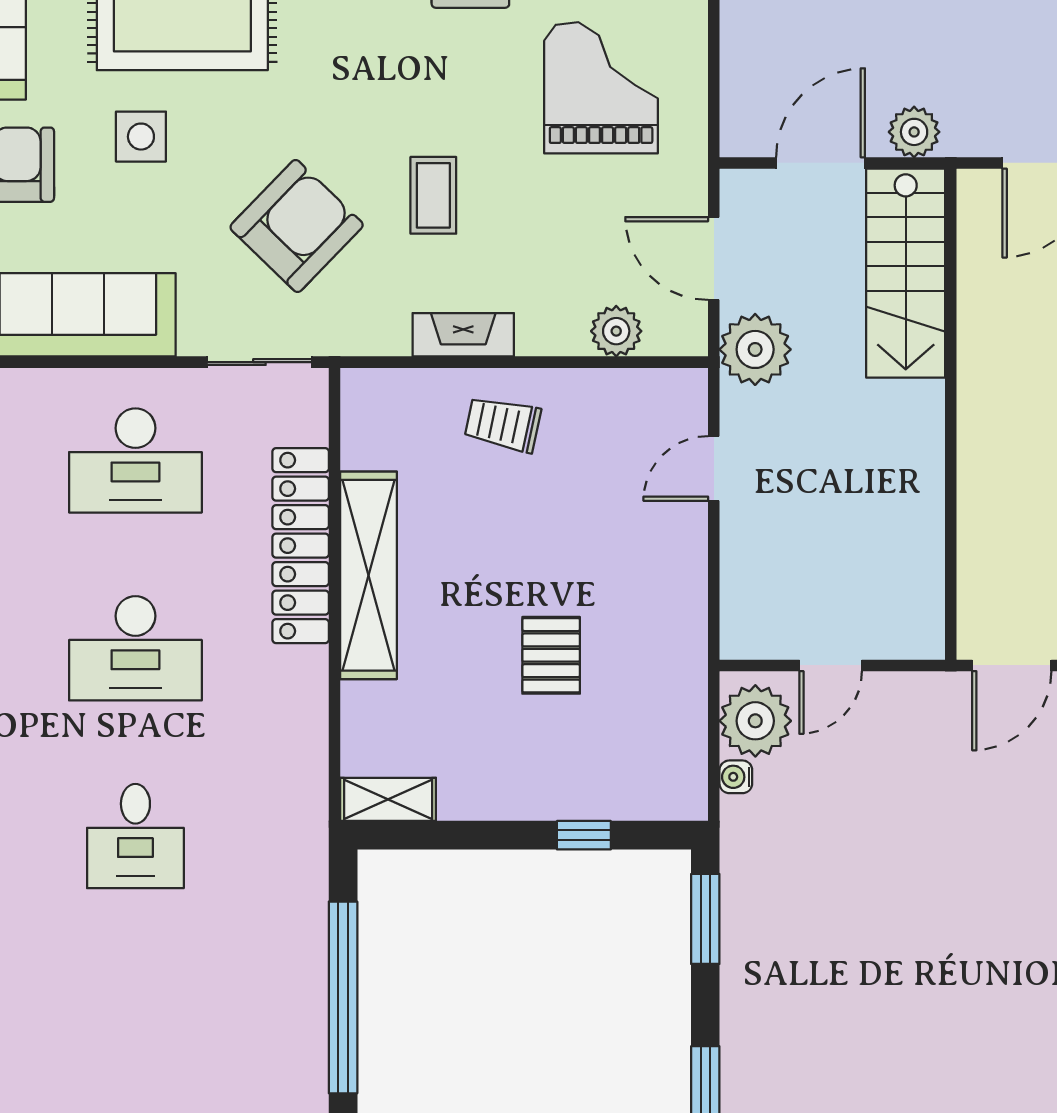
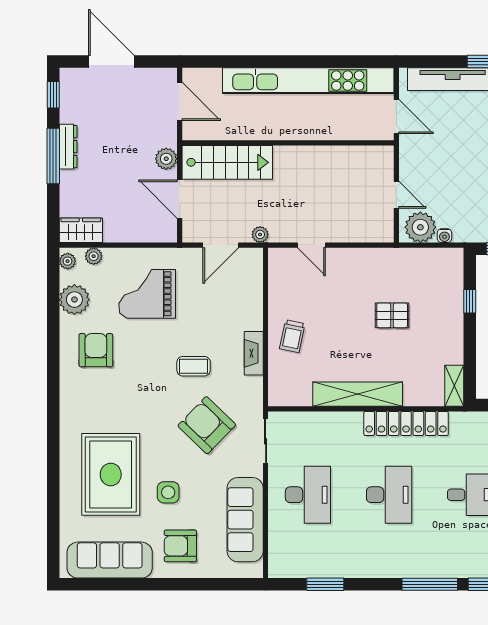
plant: (616, 331) -> (252, 287), removed
plant: (755, 349) -> (260, 234), width x0.53, depth x0.53
locker: (301, 546) -> (406, 423), moved

